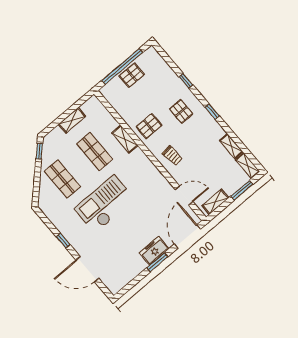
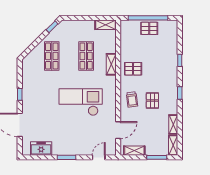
pallet: (181, 111) -> (152, 101), moved
shelving: (72, 120) -> (105, 25), moved
door: (184, 196) -> (118, 130), hinge flipped
checkout: (105, 204) -> (81, 102), moved
door: (187, 237) -> (99, 157), width x0.53
freezer: (154, 251) -> (41, 149), moved

